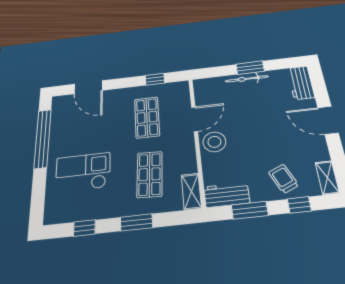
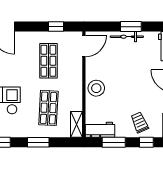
door: (195, 119) -> (84, 46), moved

